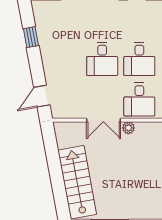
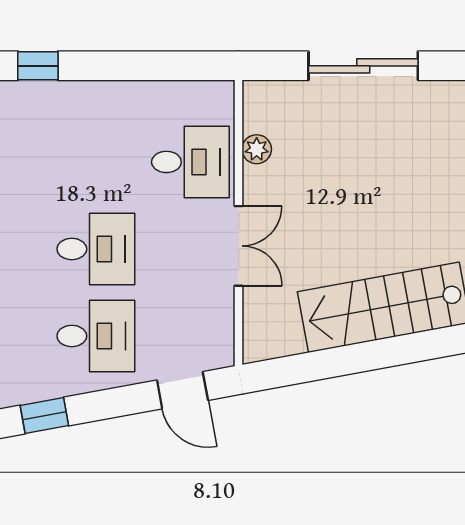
desk: (139, 59) -> (96, 336), moved
plant: (128, 128) -> (257, 149), moved

